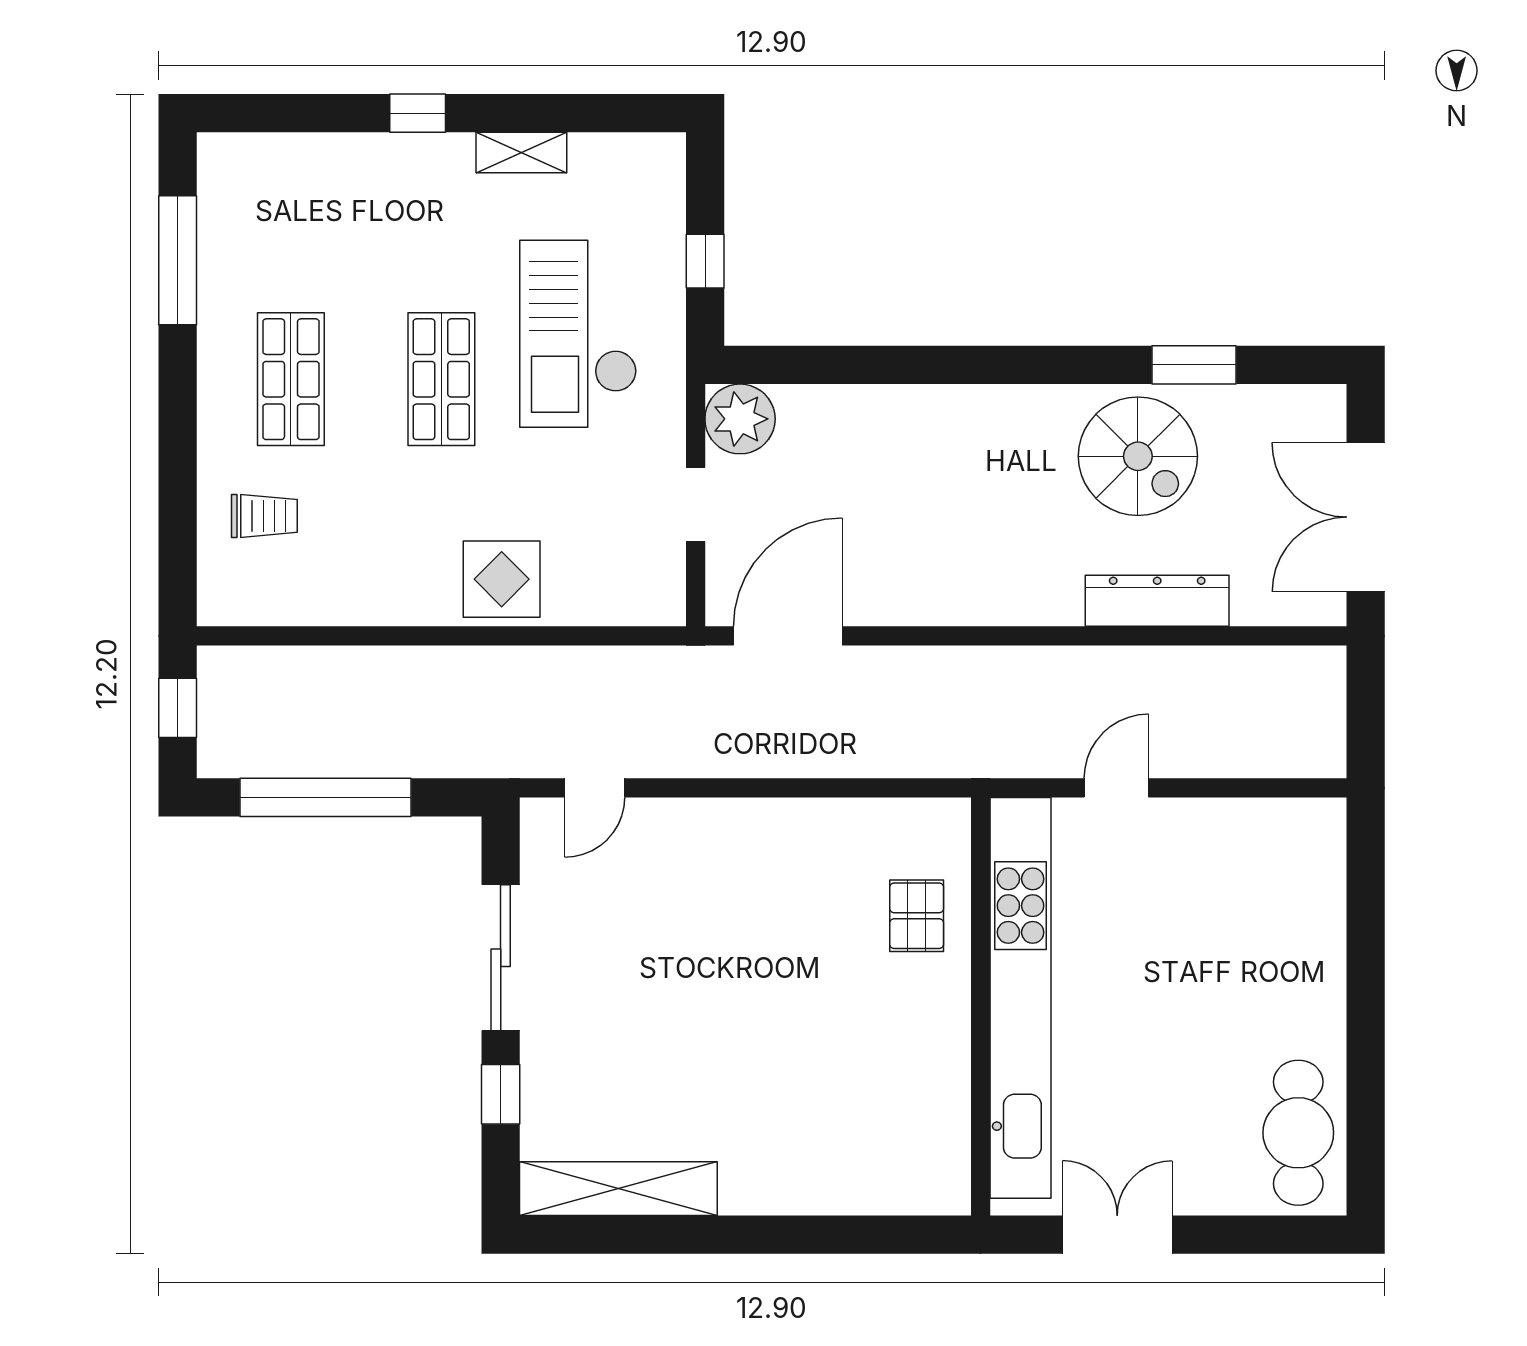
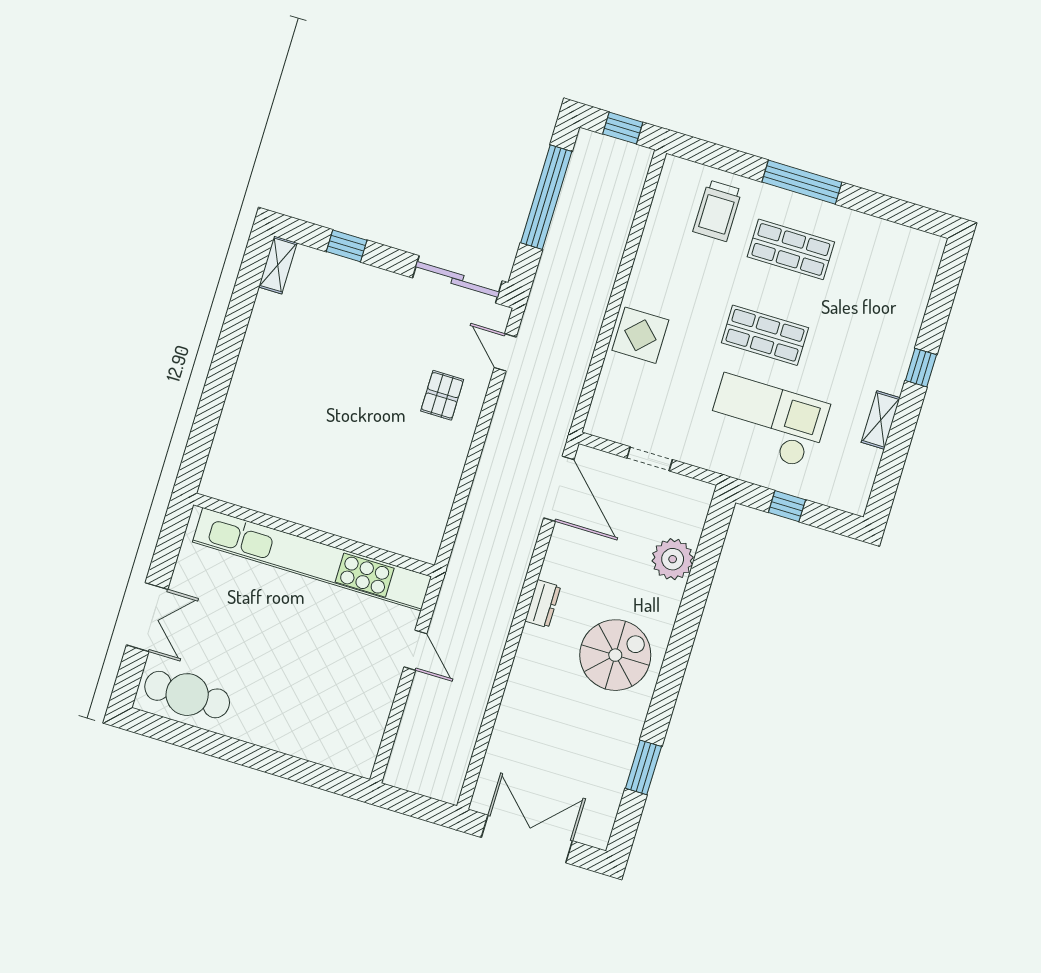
window: (178, 260) -> (802, 182), moved
plant: (740, 419) -> (673, 559), moved
spiral stairs: (1138, 456) -> (615, 655), moved, turned 180
trolley: (264, 516) -> (717, 211), width x1.36, depth x1.39
dresser: (1157, 601) -> (543, 604), moved, width x0.51, depth x0.80
pallet: (917, 916) -> (442, 395), moved, turned 90
sliding door: (501, 958) -> (457, 279), moved
shelving: (618, 1189) -> (278, 265), width x0.45, depth x0.75
double door: (1117, 1235) -> (147, 617), moved

